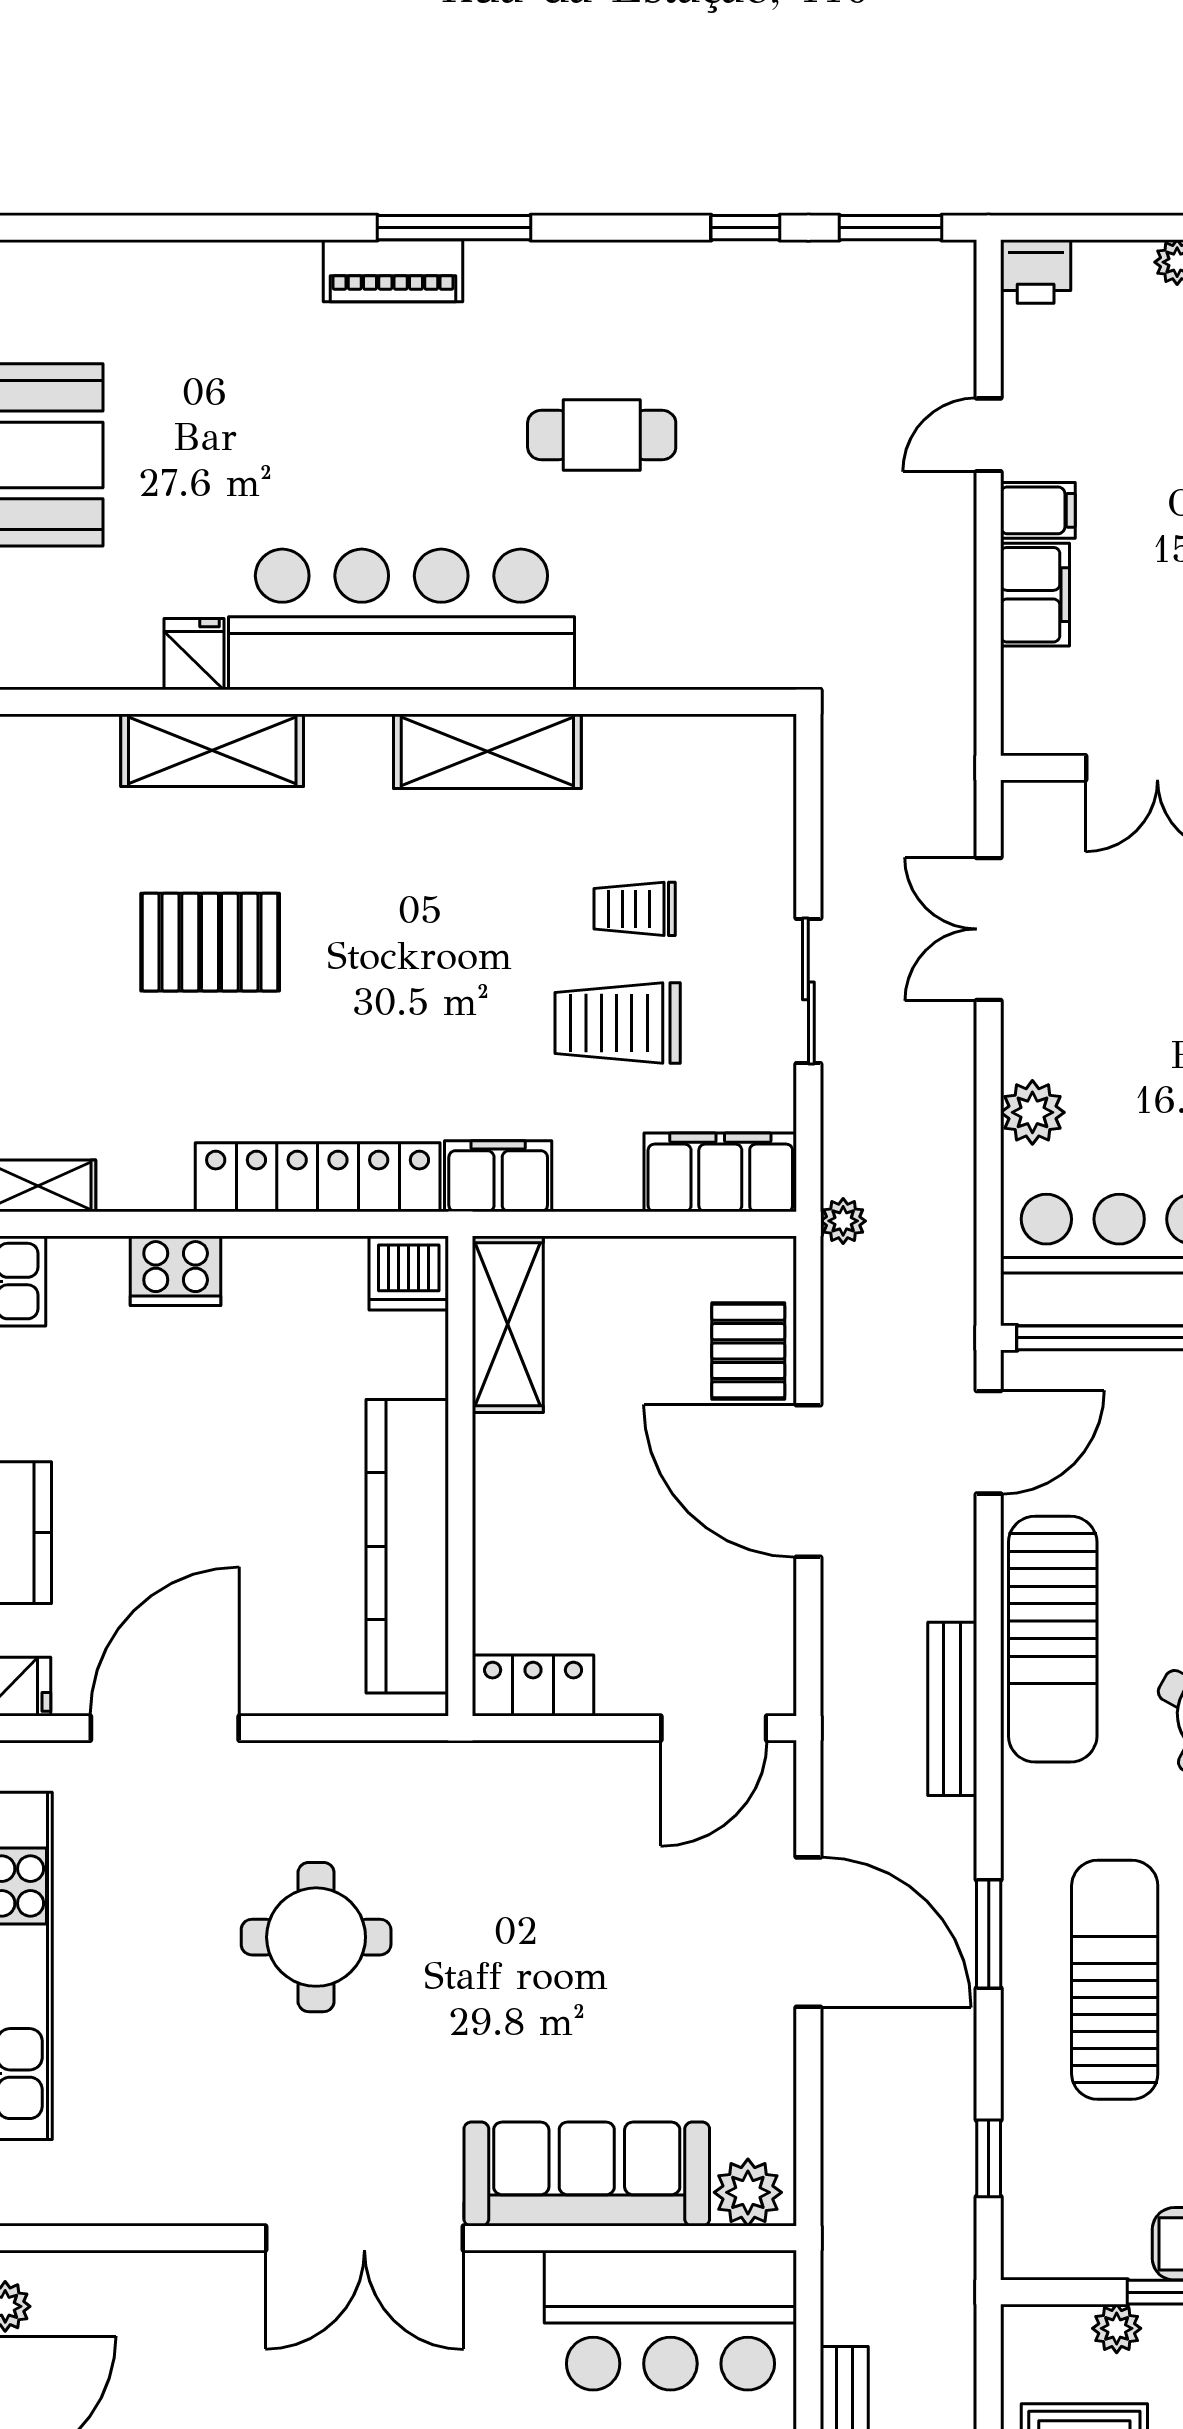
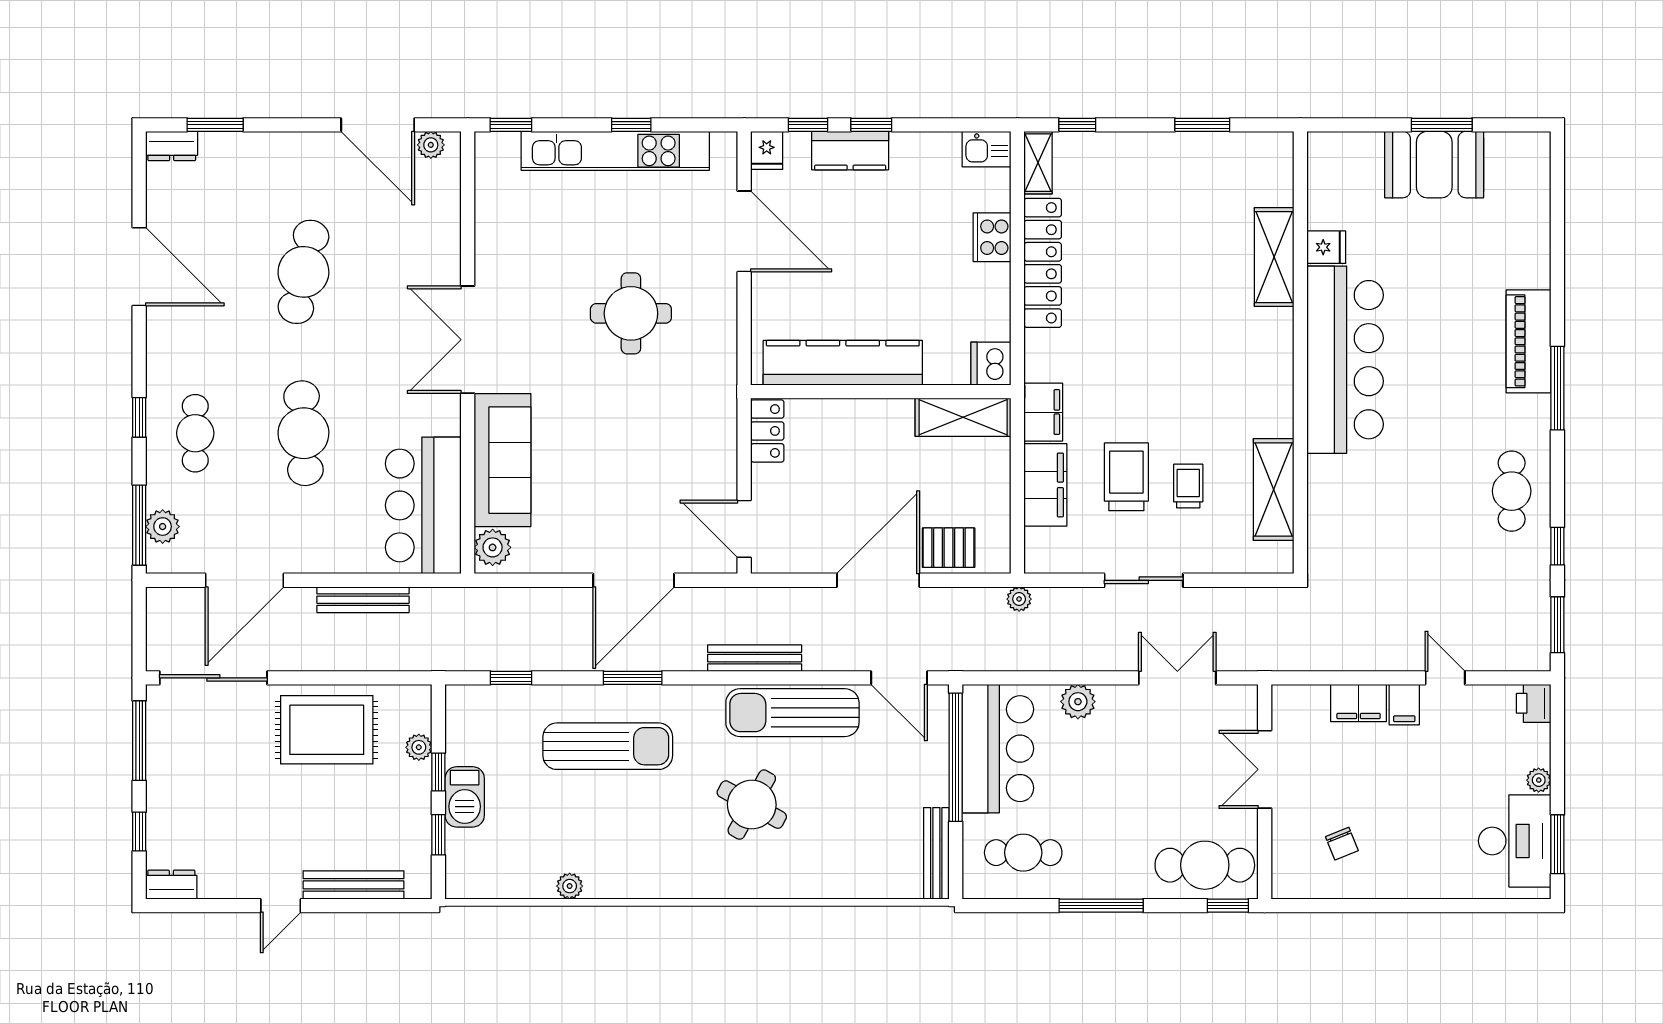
piano: (393, 271) -> (1529, 341), width x1.37, depth x1.33
cafe table: (602, 435) -> (1512, 491), moved
shelving: (487, 751) -> (1274, 489), moved
pallet: (210, 942) -> (1170, 256), removed
filing cabinet: (720, 1172) -> (1045, 485), moved
locker: (318, 1177) -> (1043, 263), moved

